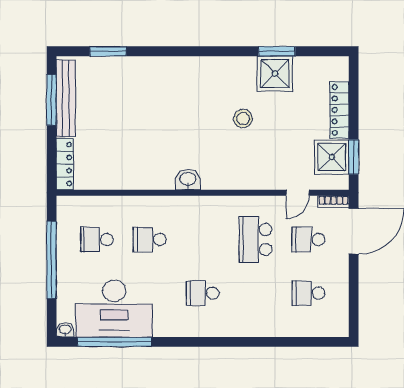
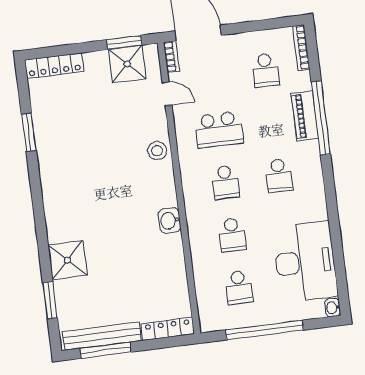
shower: (275, 74) -> (68, 260), moved
locker: (339, 110) -> (54, 66), moved
stool: (243, 119) -> (157, 151), moved
washbasin: (188, 179) -> (170, 220), moved
school desk: (308, 240) -> (225, 182), moved
piano: (259, 326) -> (305, 116), added
bookcase: (326, 331) -> (301, 48), added
window: (114, 342) -> (321, 118), moved

